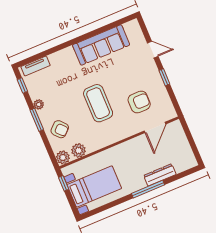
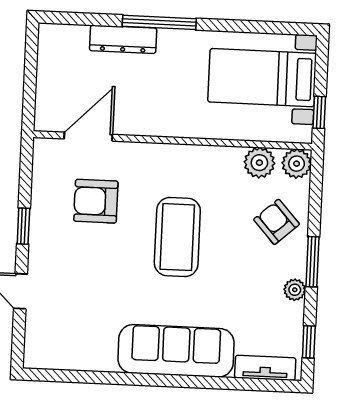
sofa: (101, 45) -> (176, 351), moved

